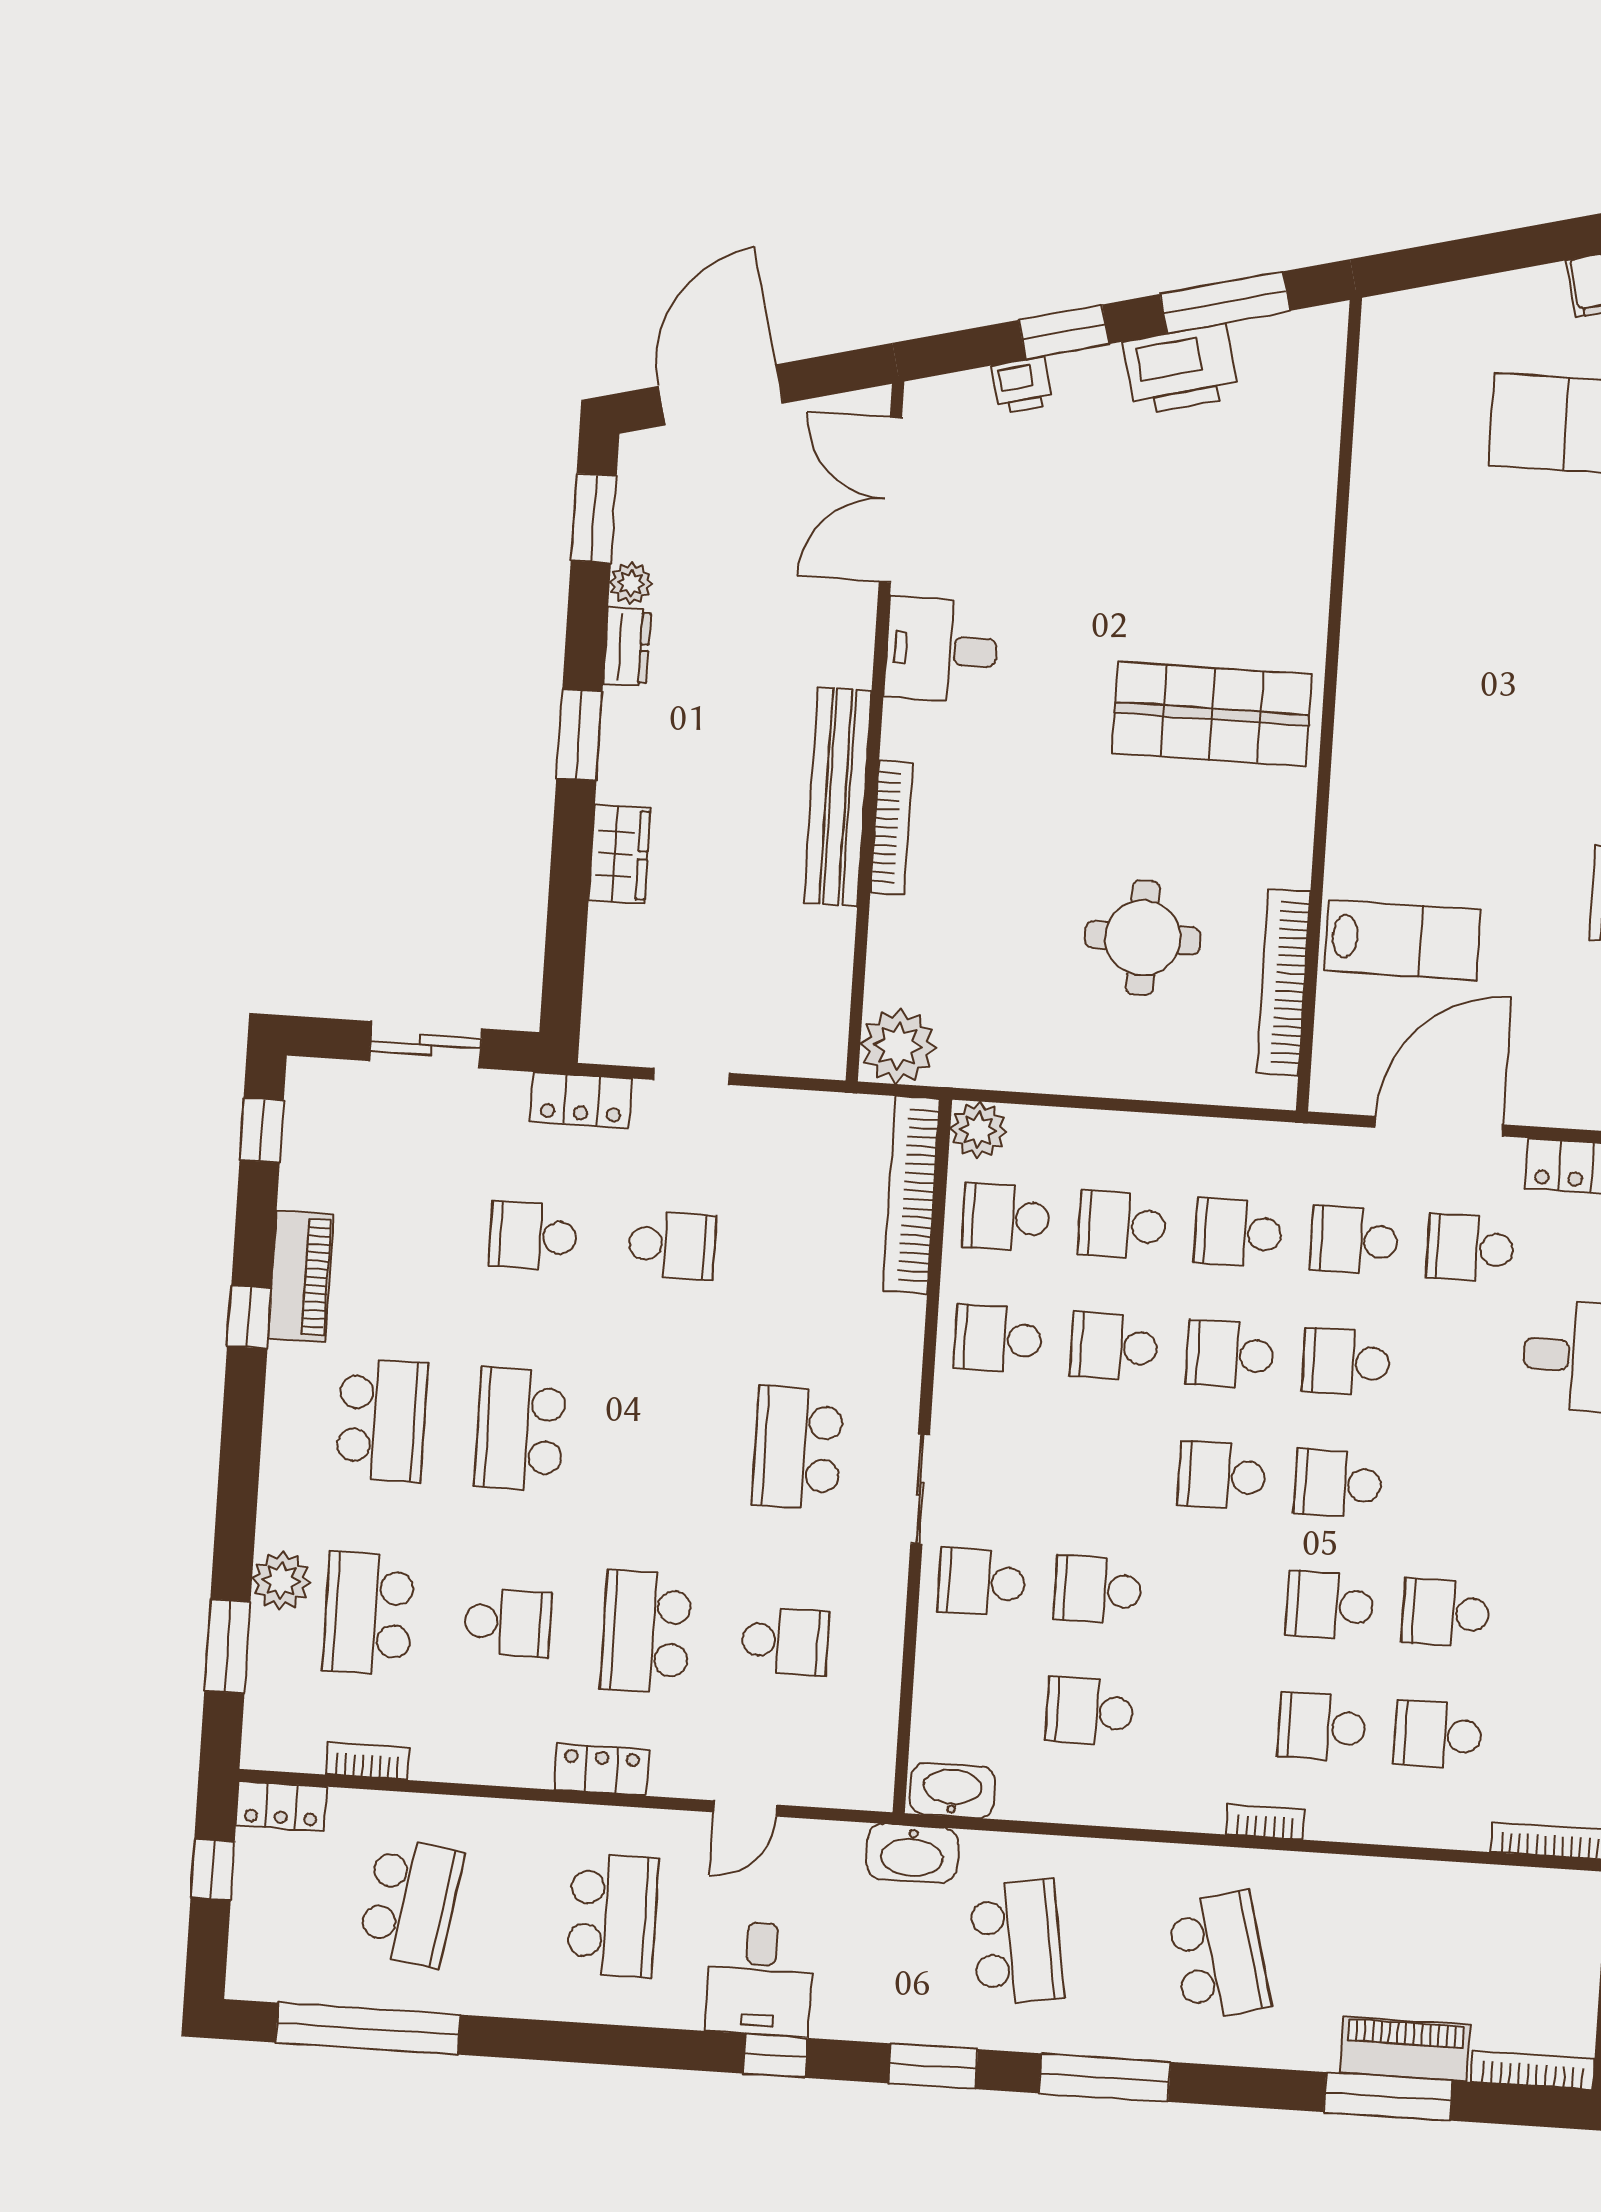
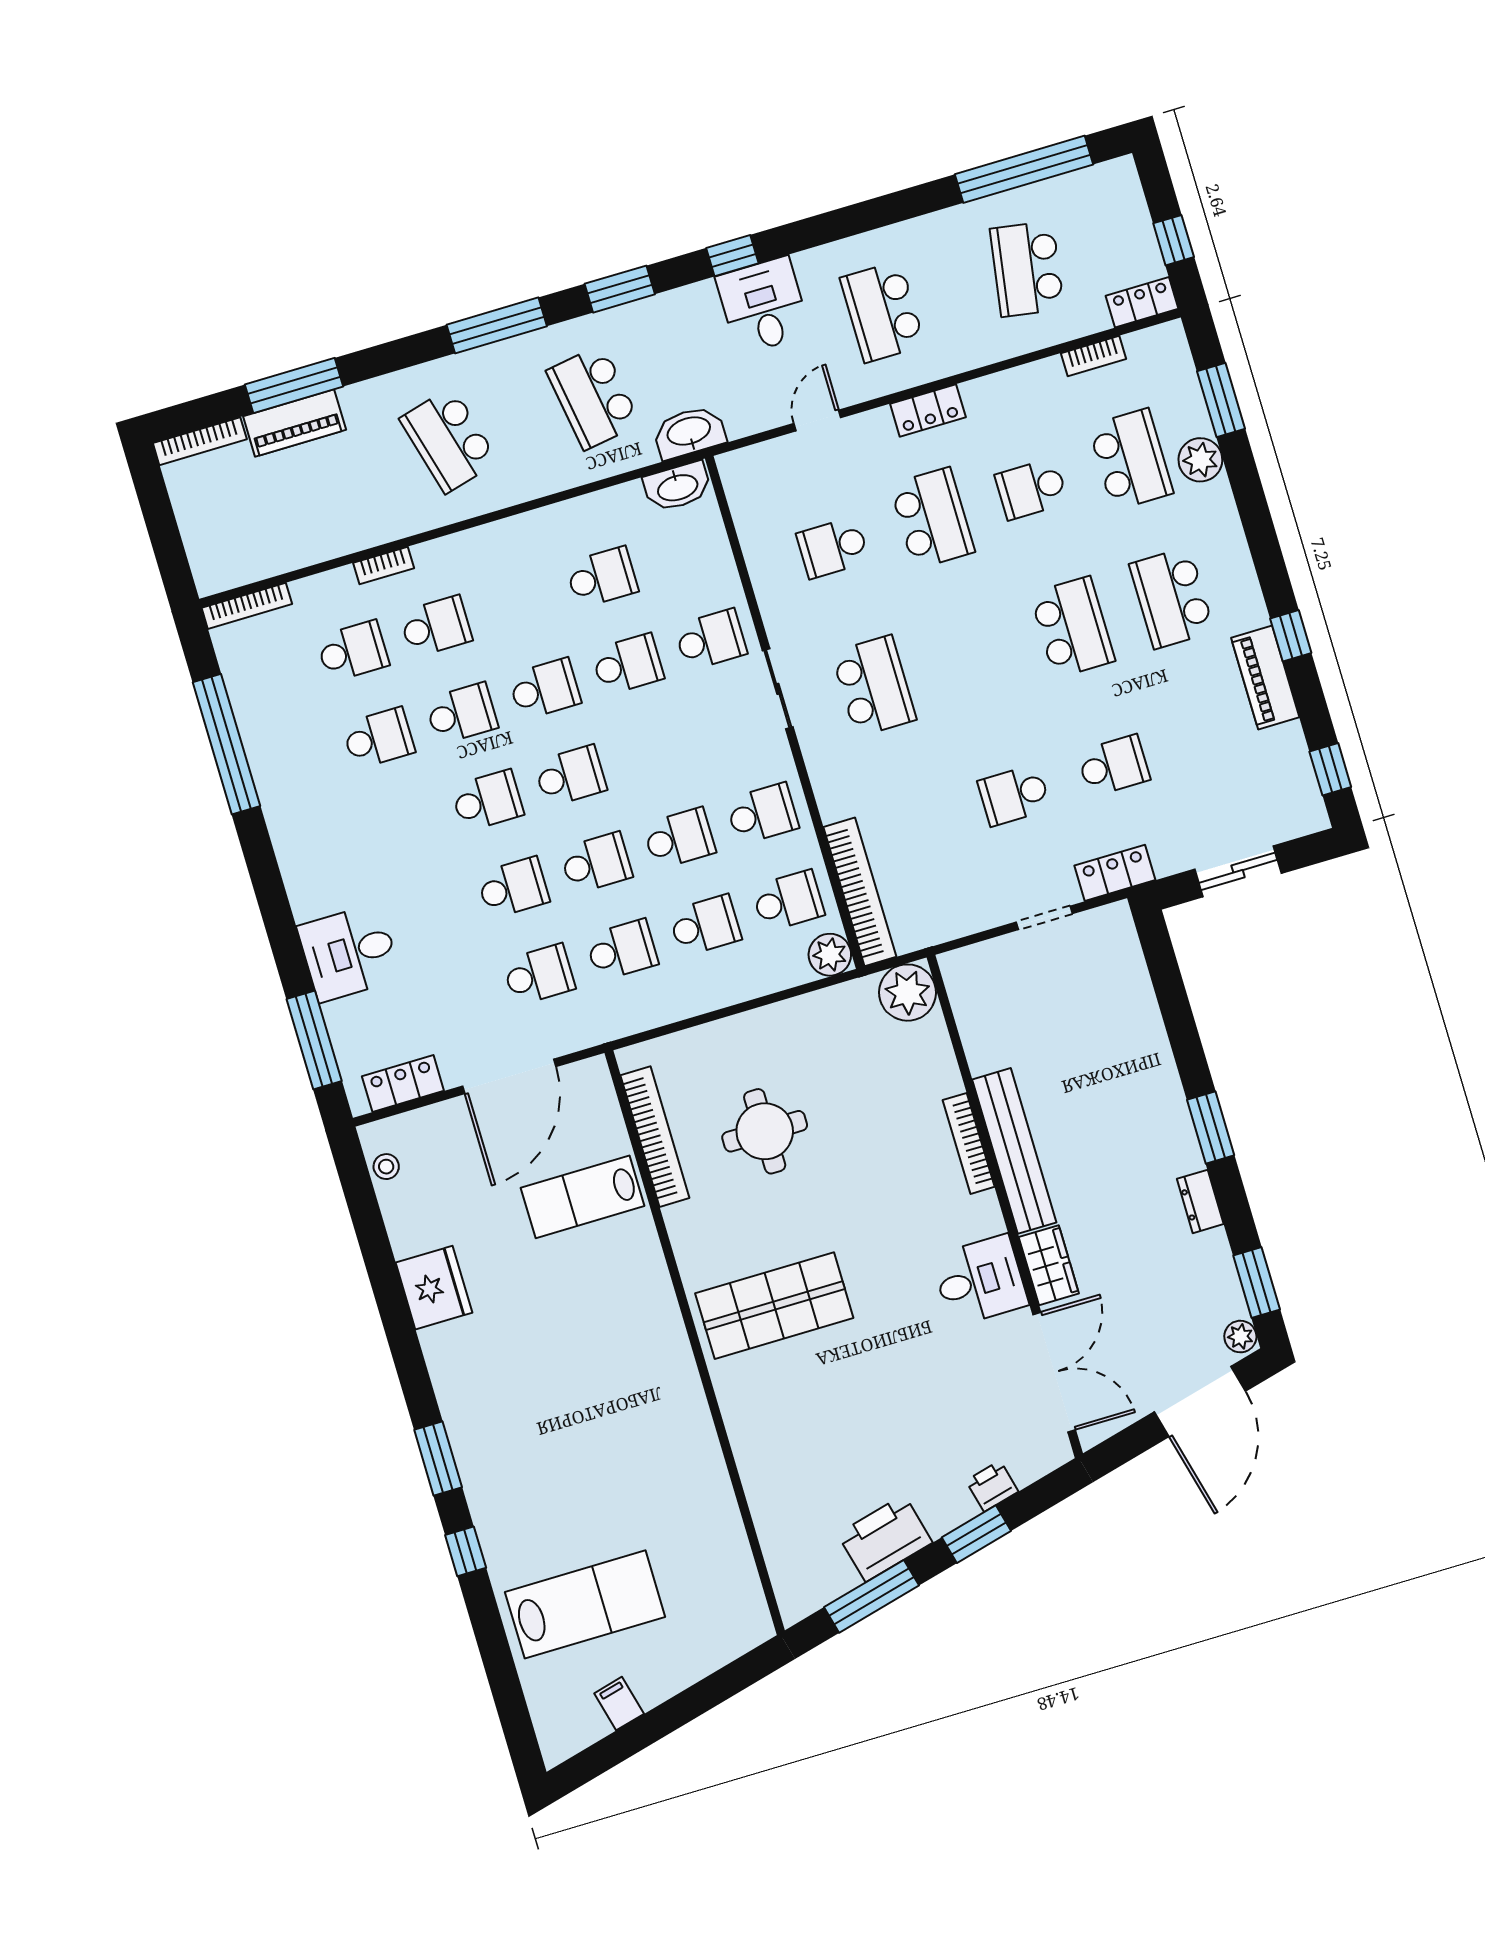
plant: (631, 583) -> (1240, 1337), moved
wardrobe: (619, 854) -> (1049, 1265), moved, turned 180
school desk: (1470, 1248) -> (545, 689), moved
bookcase: (1265, 1822) -> (384, 566), moved

